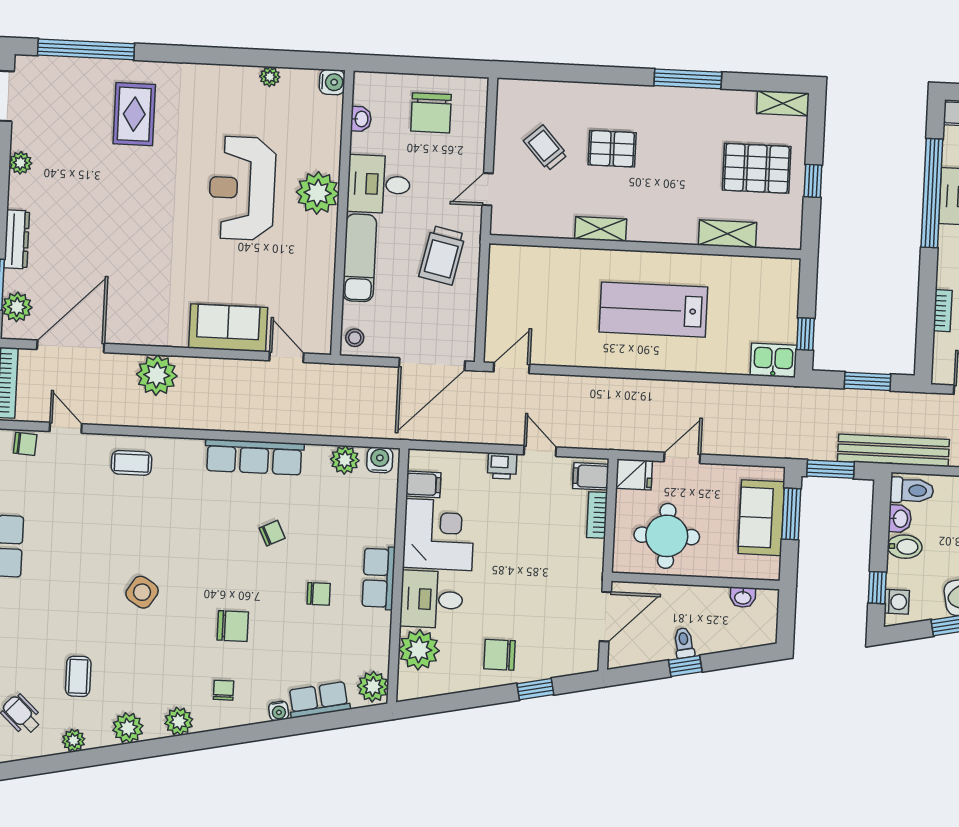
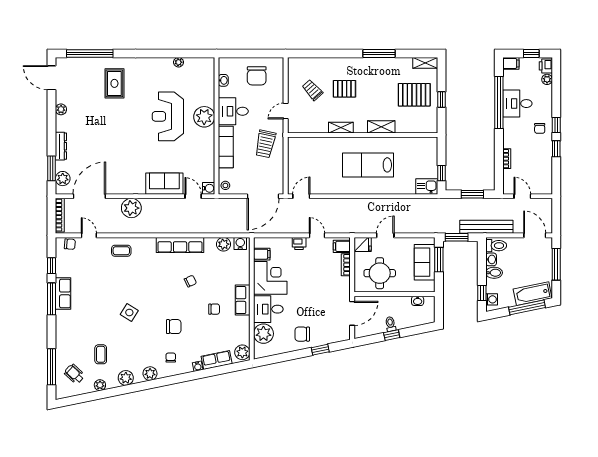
water cooler: (332, 82) -> (209, 188), moved
shelving: (728, 234) -> (381, 127), moved

